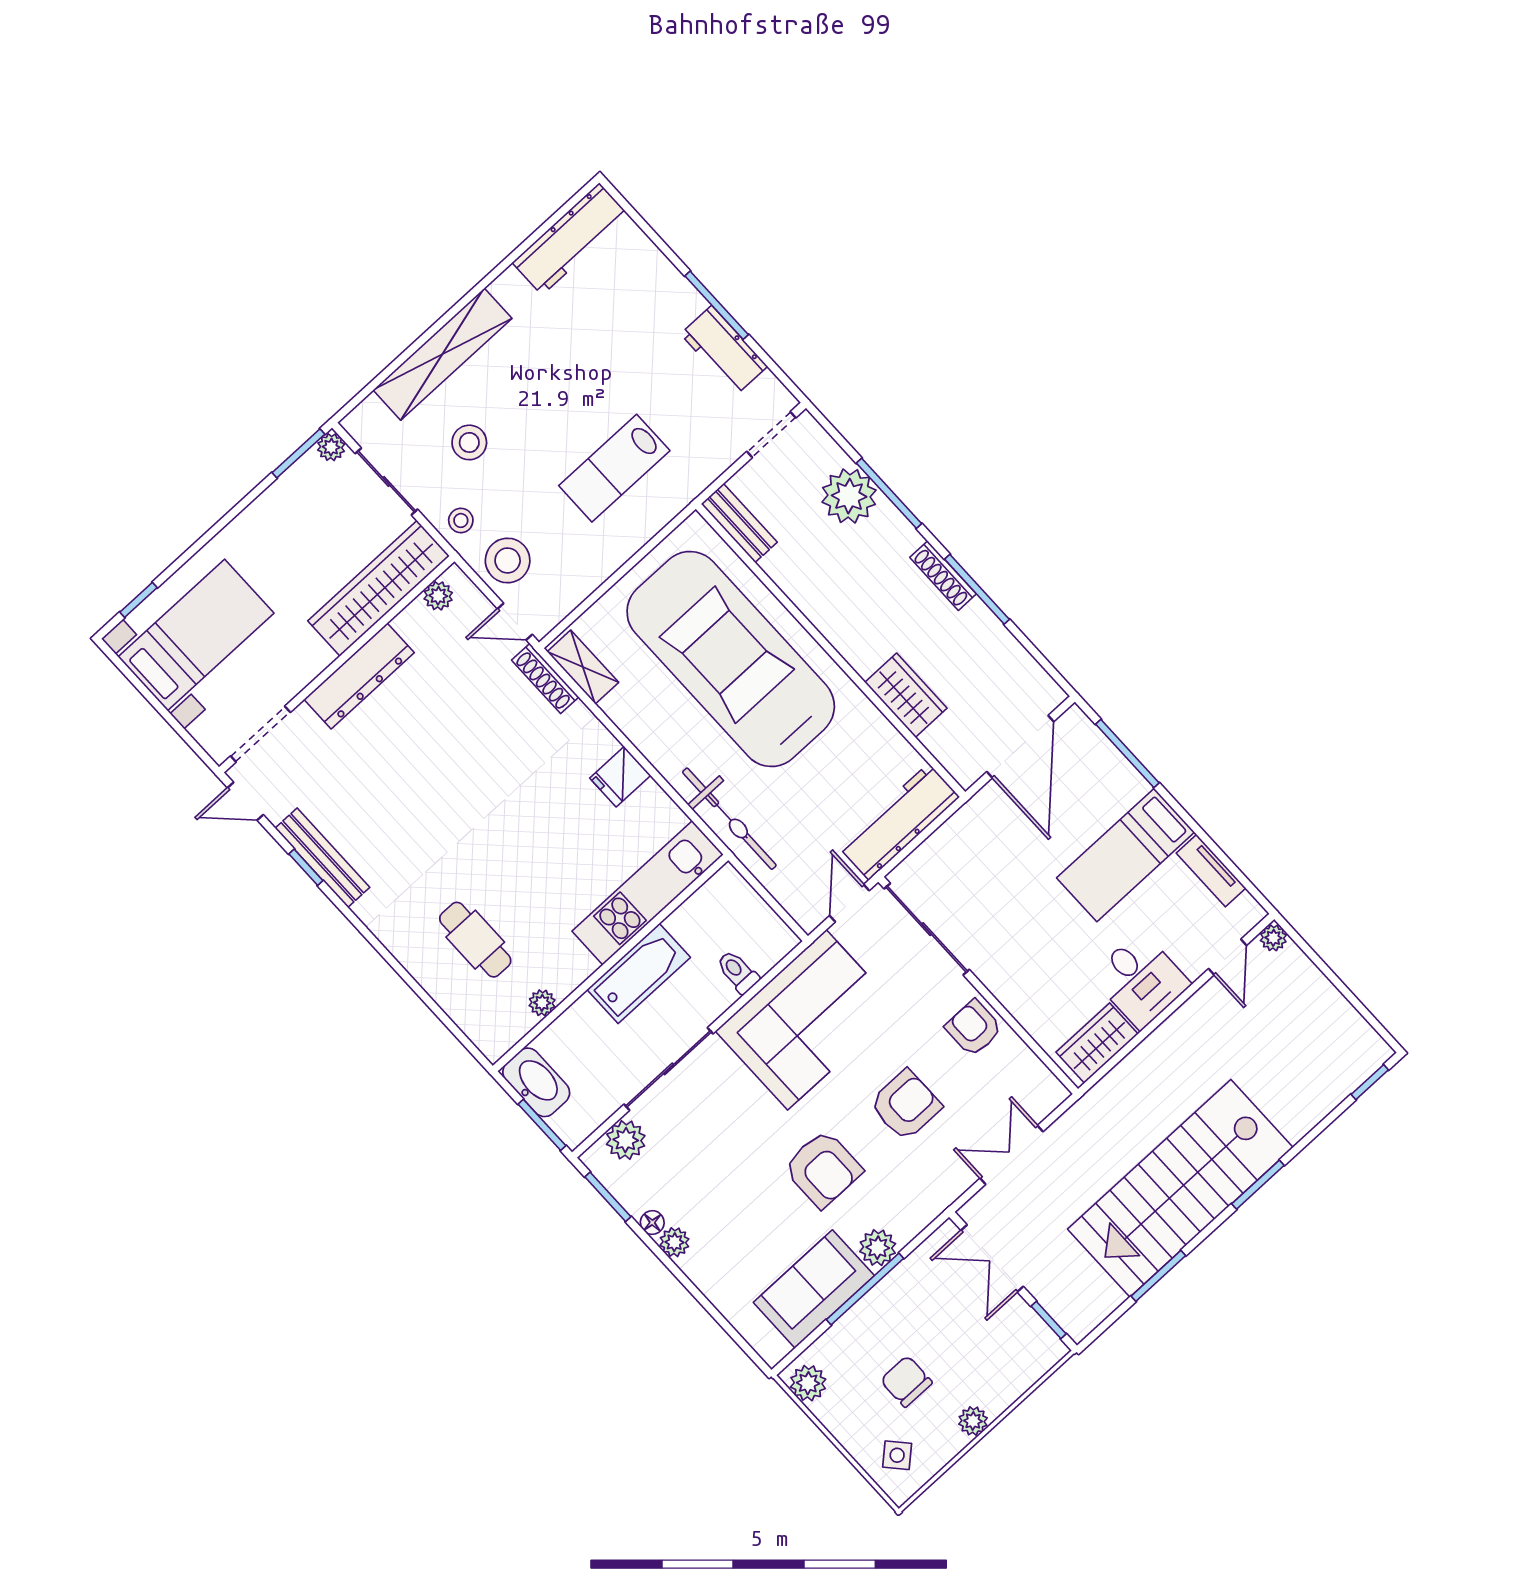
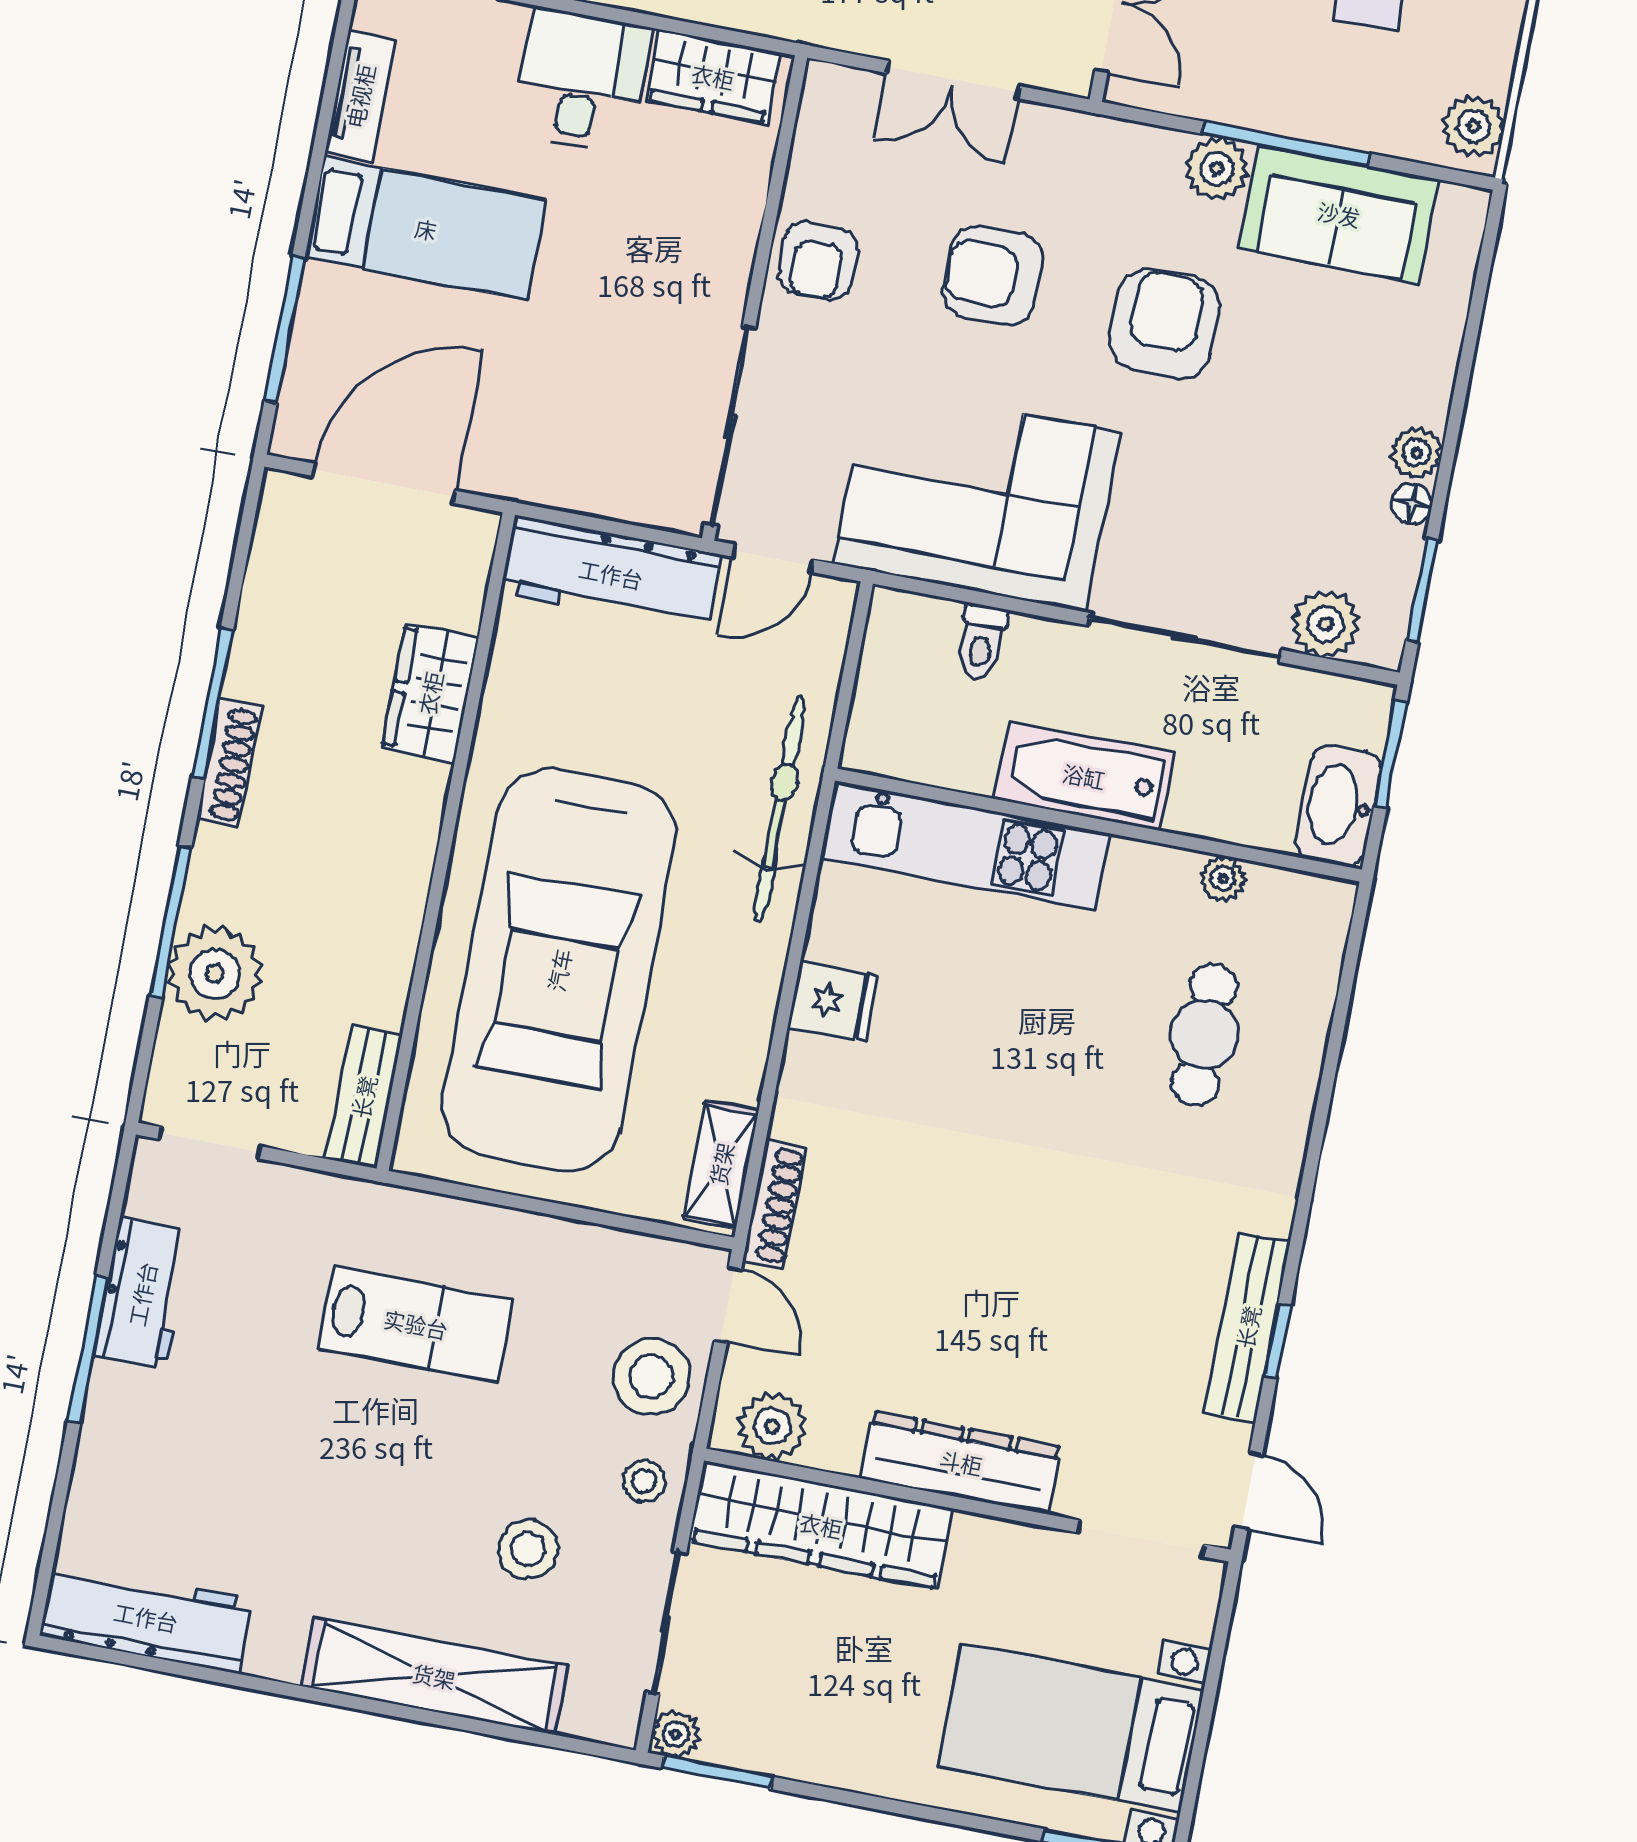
plant: (438, 596) -> (772, 1426), width x1.38, depth x1.38

